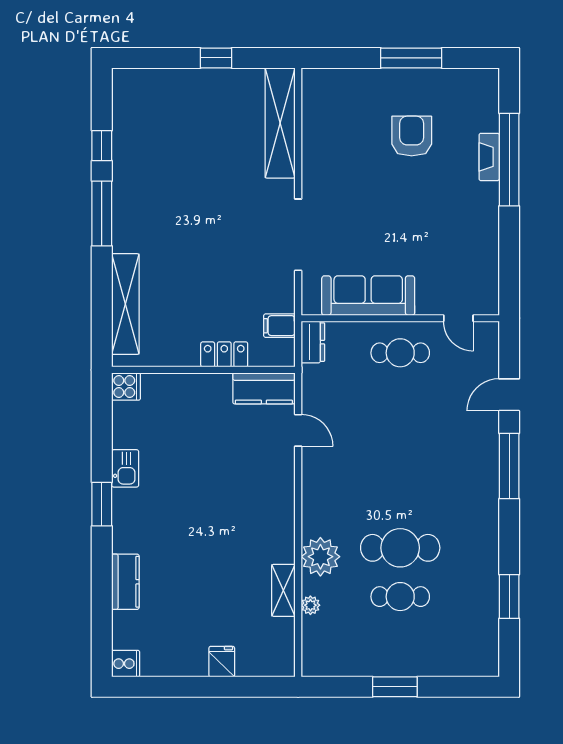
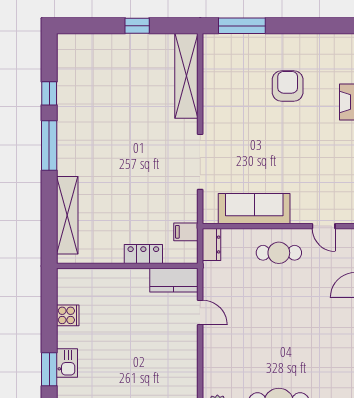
window: (411, 58) -> (242, 26), moved
cooker: (126, 386) -> (68, 315), moved
kitchen sink: (125, 468) -> (67, 363), moved

